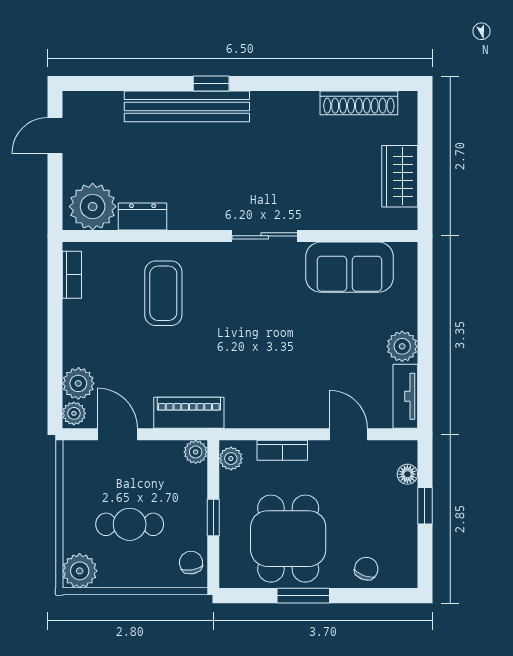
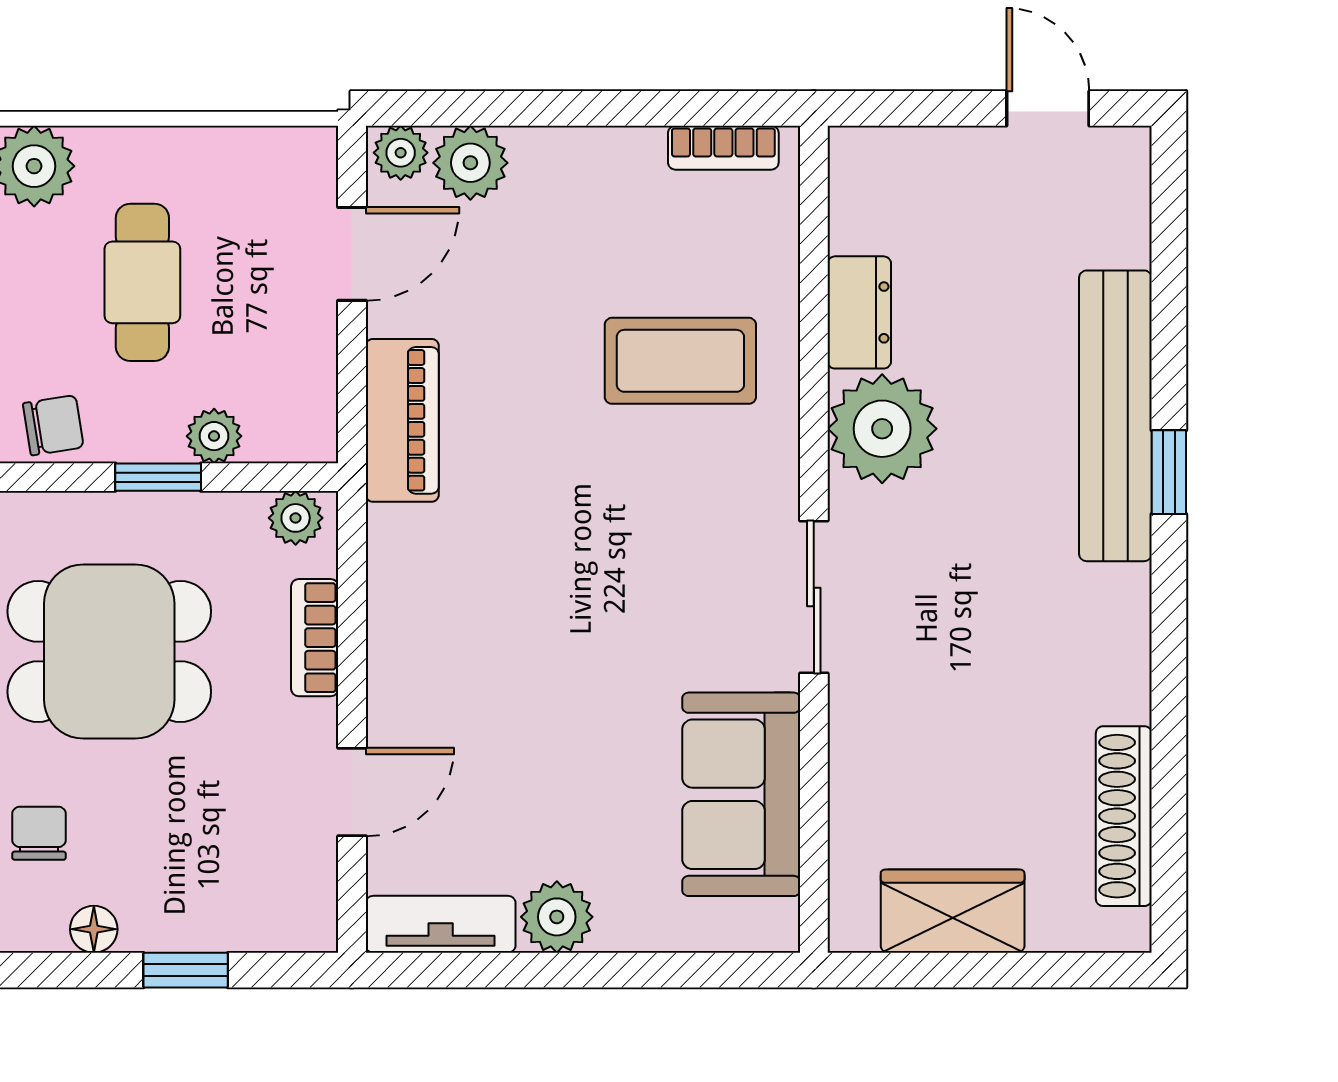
plant: (93, 207) -> (882, 429), moved
plant: (196, 452) -> (214, 436), moved
floor lamp: (407, 474) -> (94, 929), moved
chair: (366, 569) -> (39, 833), turned -110

